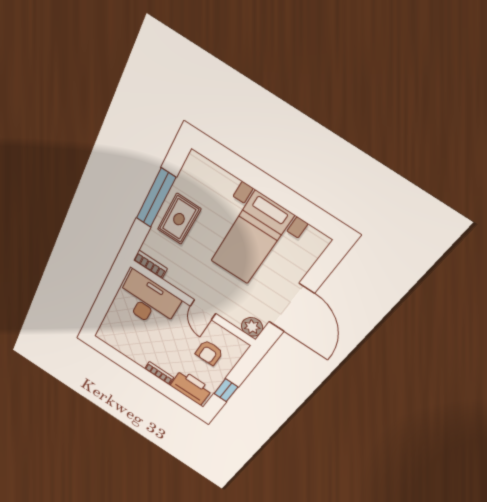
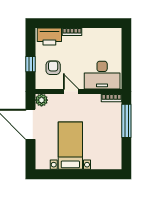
window: (156, 198) -> (126, 121), moved
rug: (179, 219) -> (110, 132), removed
window: (226, 390) -> (30, 64), moved

